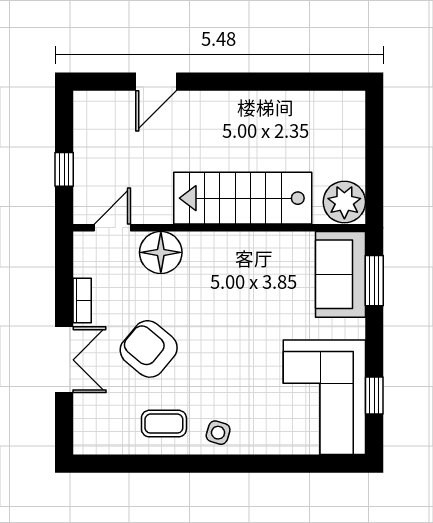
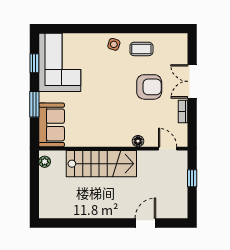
plant: (344, 202) -> (45, 162), width x0.53, depth x0.53
door: (112, 228) -> (168, 149), swing flipped
floor lamp: (161, 252) -> (138, 141), width x0.53, depth x0.53
window: (374, 281) -> (34, 104), moved
armchair: (149, 349) -> (149, 87), turned -40

